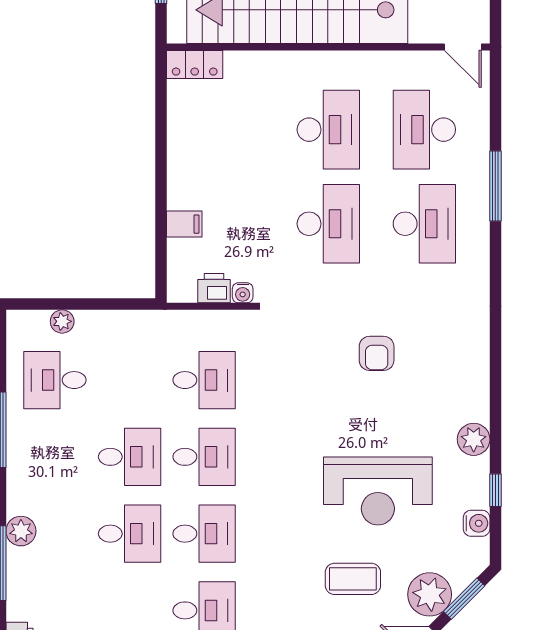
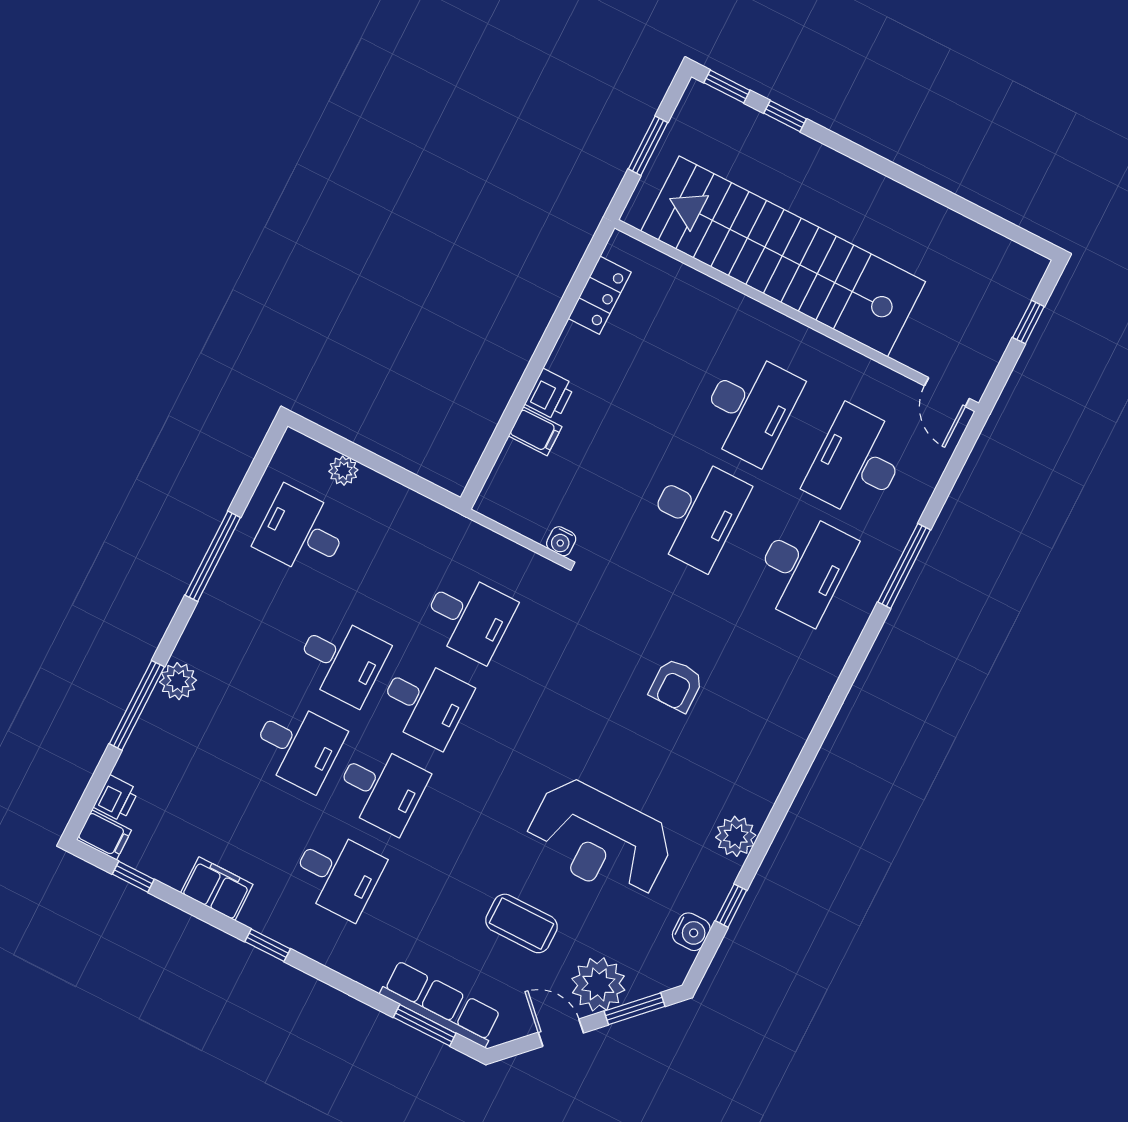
locker: (195, 64) -> (600, 295), moved, turned -90
printer: (214, 288) -> (550, 394), moved, turned 90

